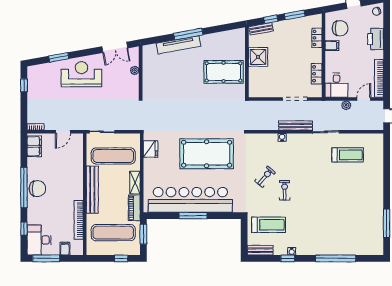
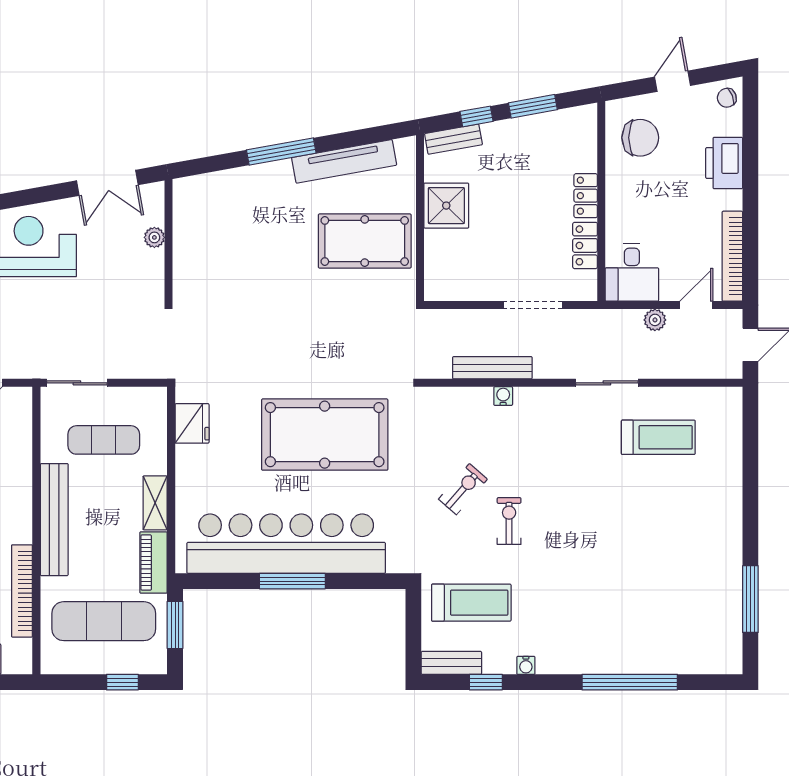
locker: (317, 38) -> (586, 196), moved
tv unit: (179, 45) -> (344, 161), moved
filing cabinet: (332, 45) -> (621, 179), removed
bench: (296, 125) -> (492, 368), moved
exercise mat: (113, 156) -> (104, 440), width x0.73, depth x0.69
window: (288, 258) -> (486, 682), moved

